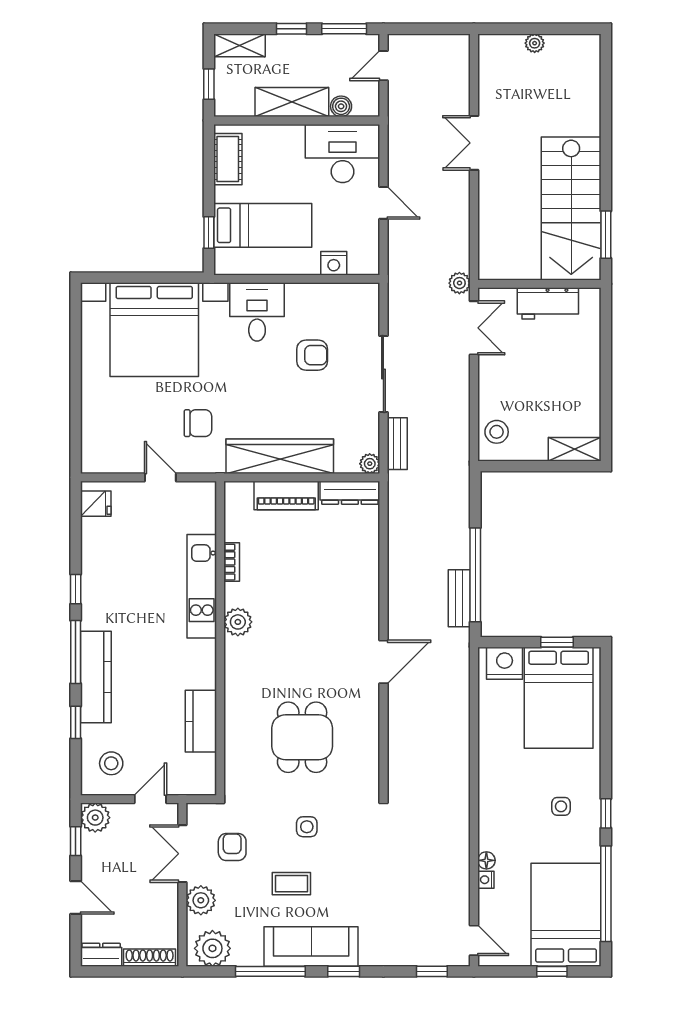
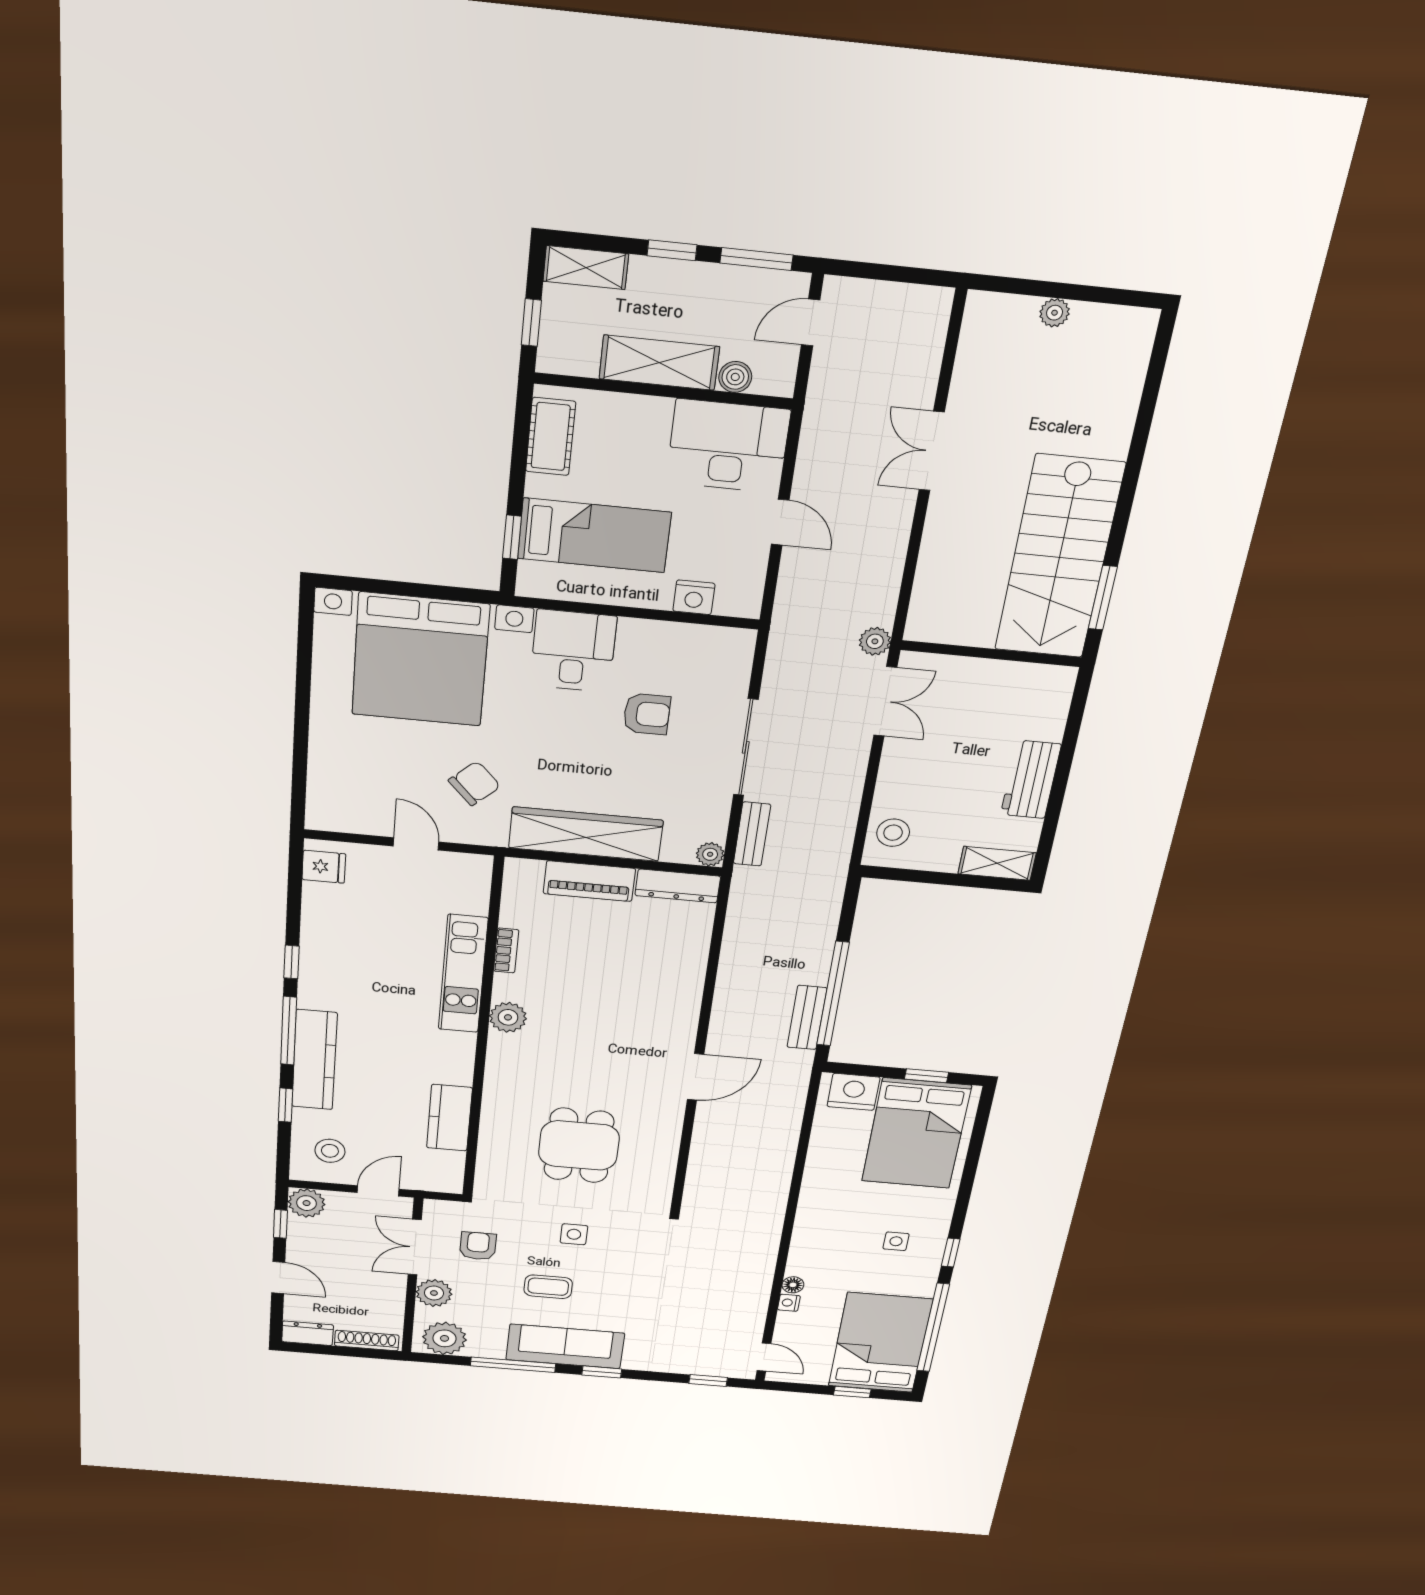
workbench: (548, 303) -> (1031, 779), moved, turned 90
chair: (198, 423) -> (474, 783), turned -43

